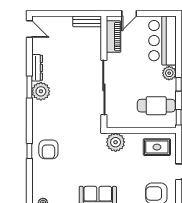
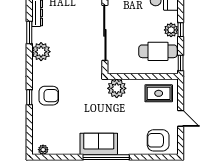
plant: (169, 73) -> (171, 30), moved
plant: (41, 91) -> (41, 52), moved
armchair: (48, 149) -> (49, 96), turned -90

